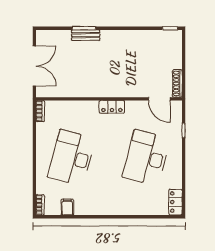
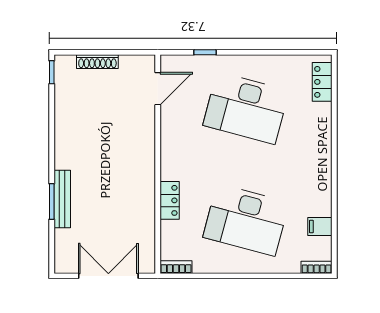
bench: (86, 35) -> (62, 199), width x1.36
shoe rack: (177, 84) -> (97, 62), moved
locker: (112, 107) -> (170, 200), moved
locker: (176, 202) -> (322, 82), moved, turned 90

